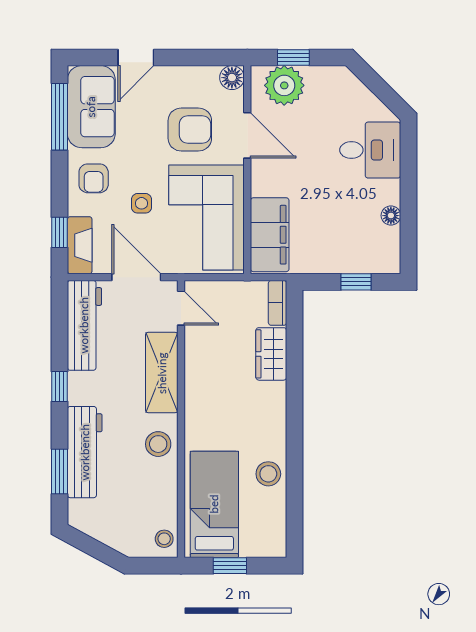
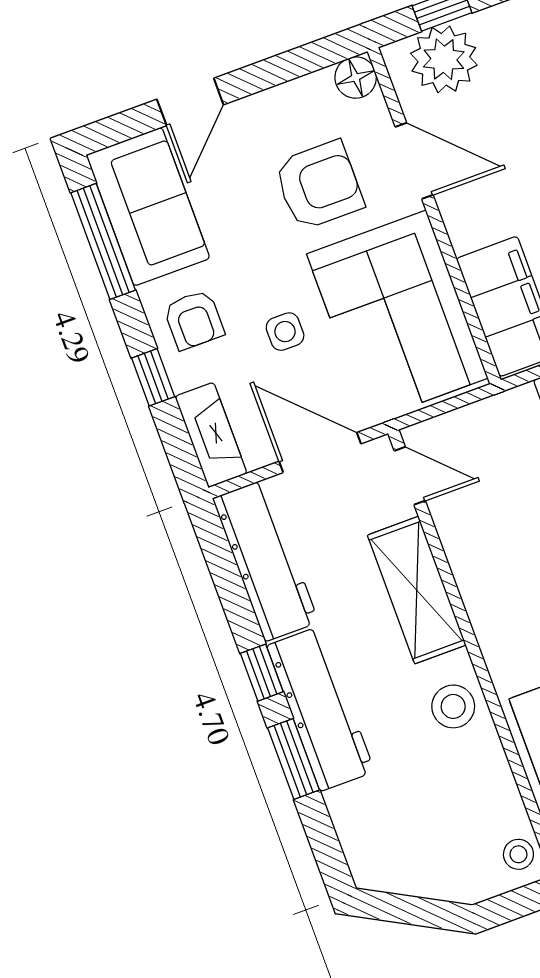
window: (60, 232) -> (153, 377), moved
workbench: (85, 452) -> (321, 709), moved
window: (60, 471) -> (294, 759), moved

